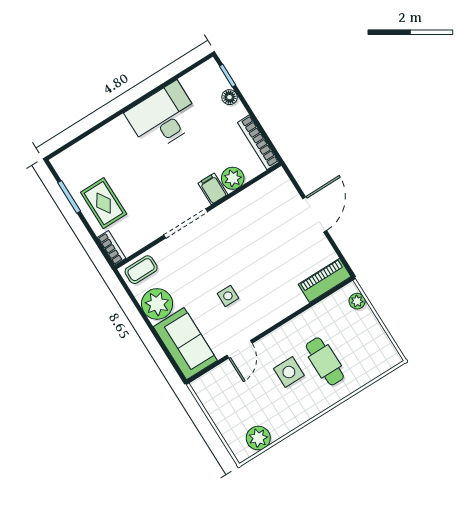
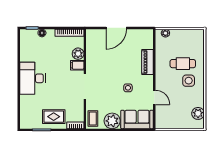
desk: (163, 117) -> (33, 78), moved
door: (315, 214) -> (116, 28), swing flipped
piano: (325, 280) -> (148, 62), moved
side table: (289, 372) -> (189, 81), moved

